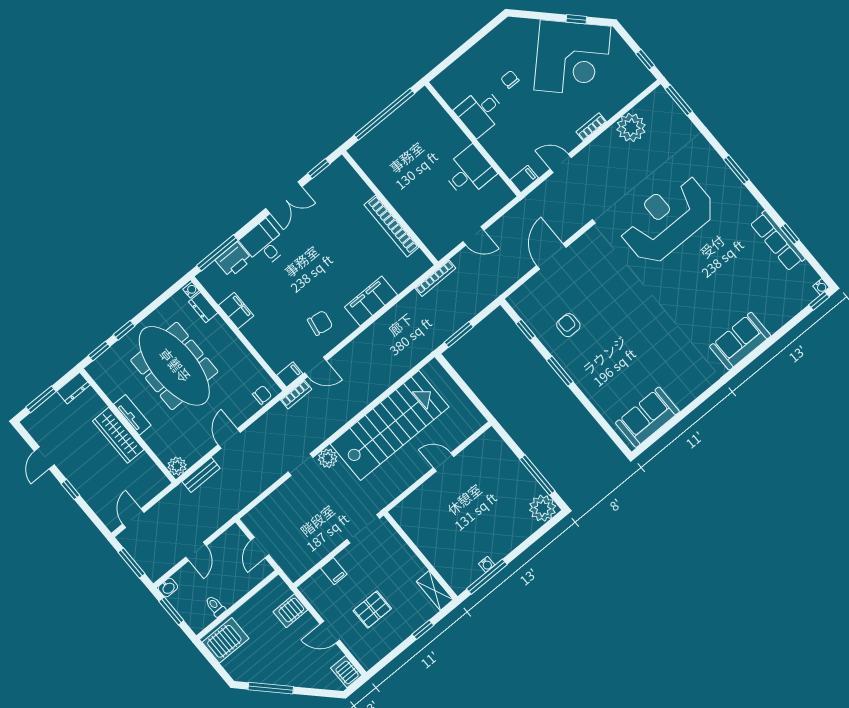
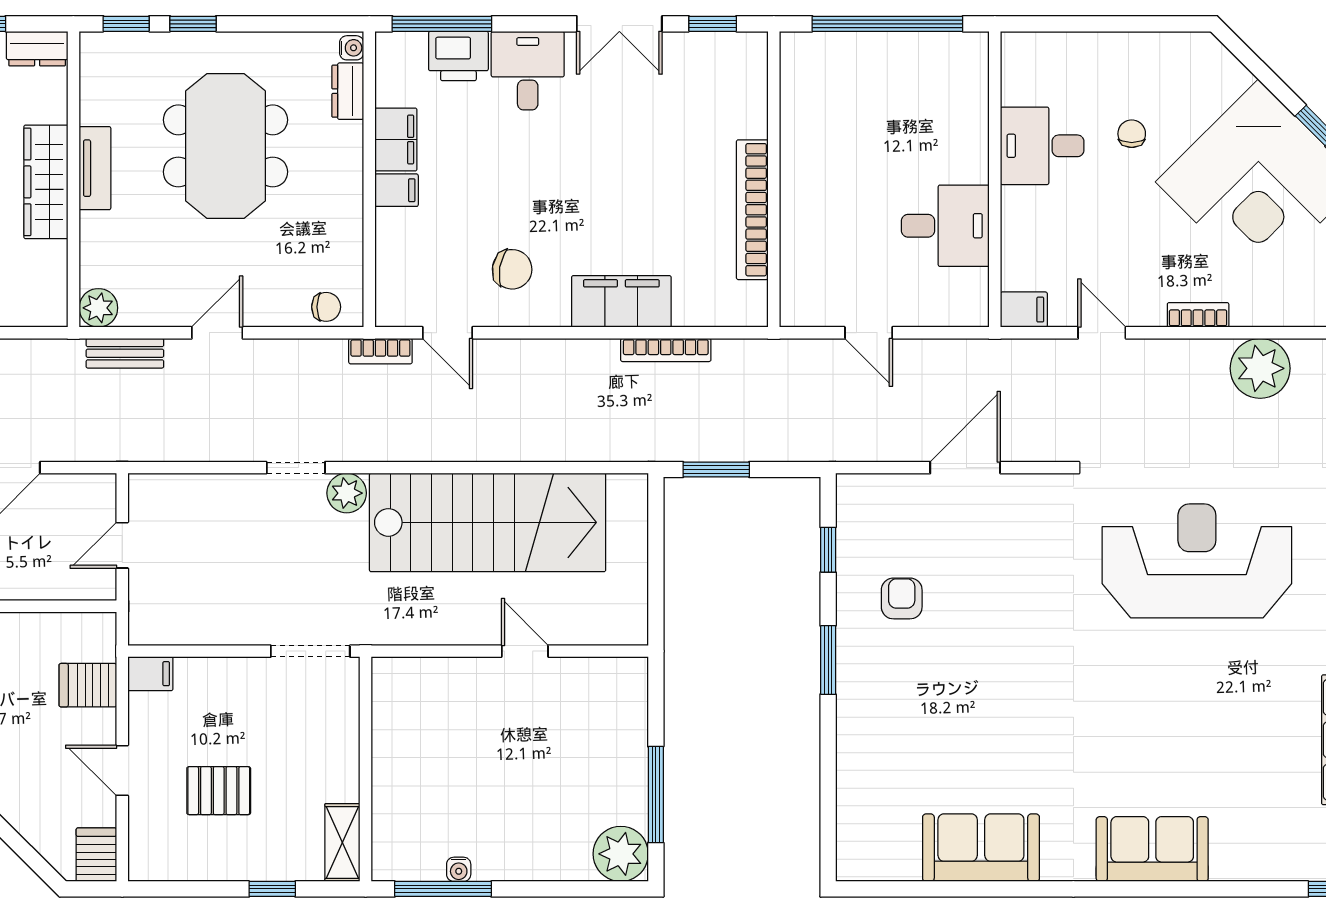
bookcase: (435, 278) -> (666, 350), moved
meeting table: (174, 366) -> (225, 146), width x0.73
filing cabinet: (290, 375) -> (397, 190), moved
sofa: (647, 417) -> (981, 848), moved
filing cabinet: (334, 571) -> (150, 674), moved, turned -90

